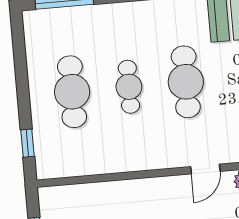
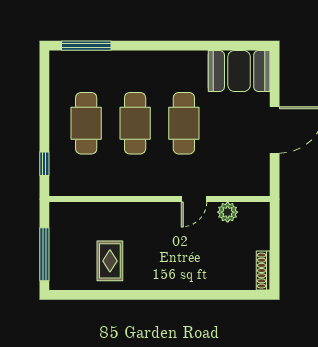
cafe table: (129, 87) -> (135, 123), width x1.37, depth x1.35

